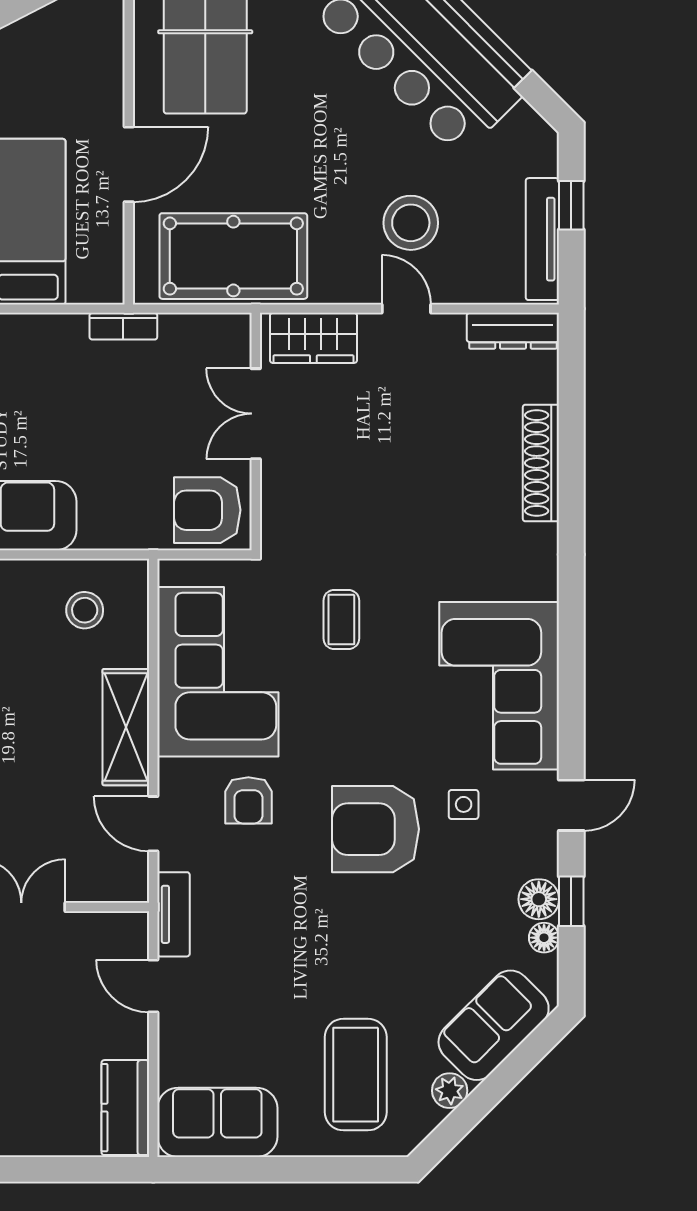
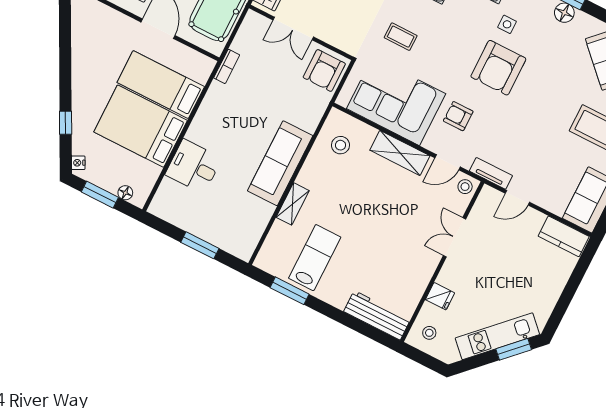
armchair: (248, 800) -> (458, 116), turned 180
stool: (125, 879) -> (465, 187), added
floor lamp: (544, 938) -> (582, 19), removed

